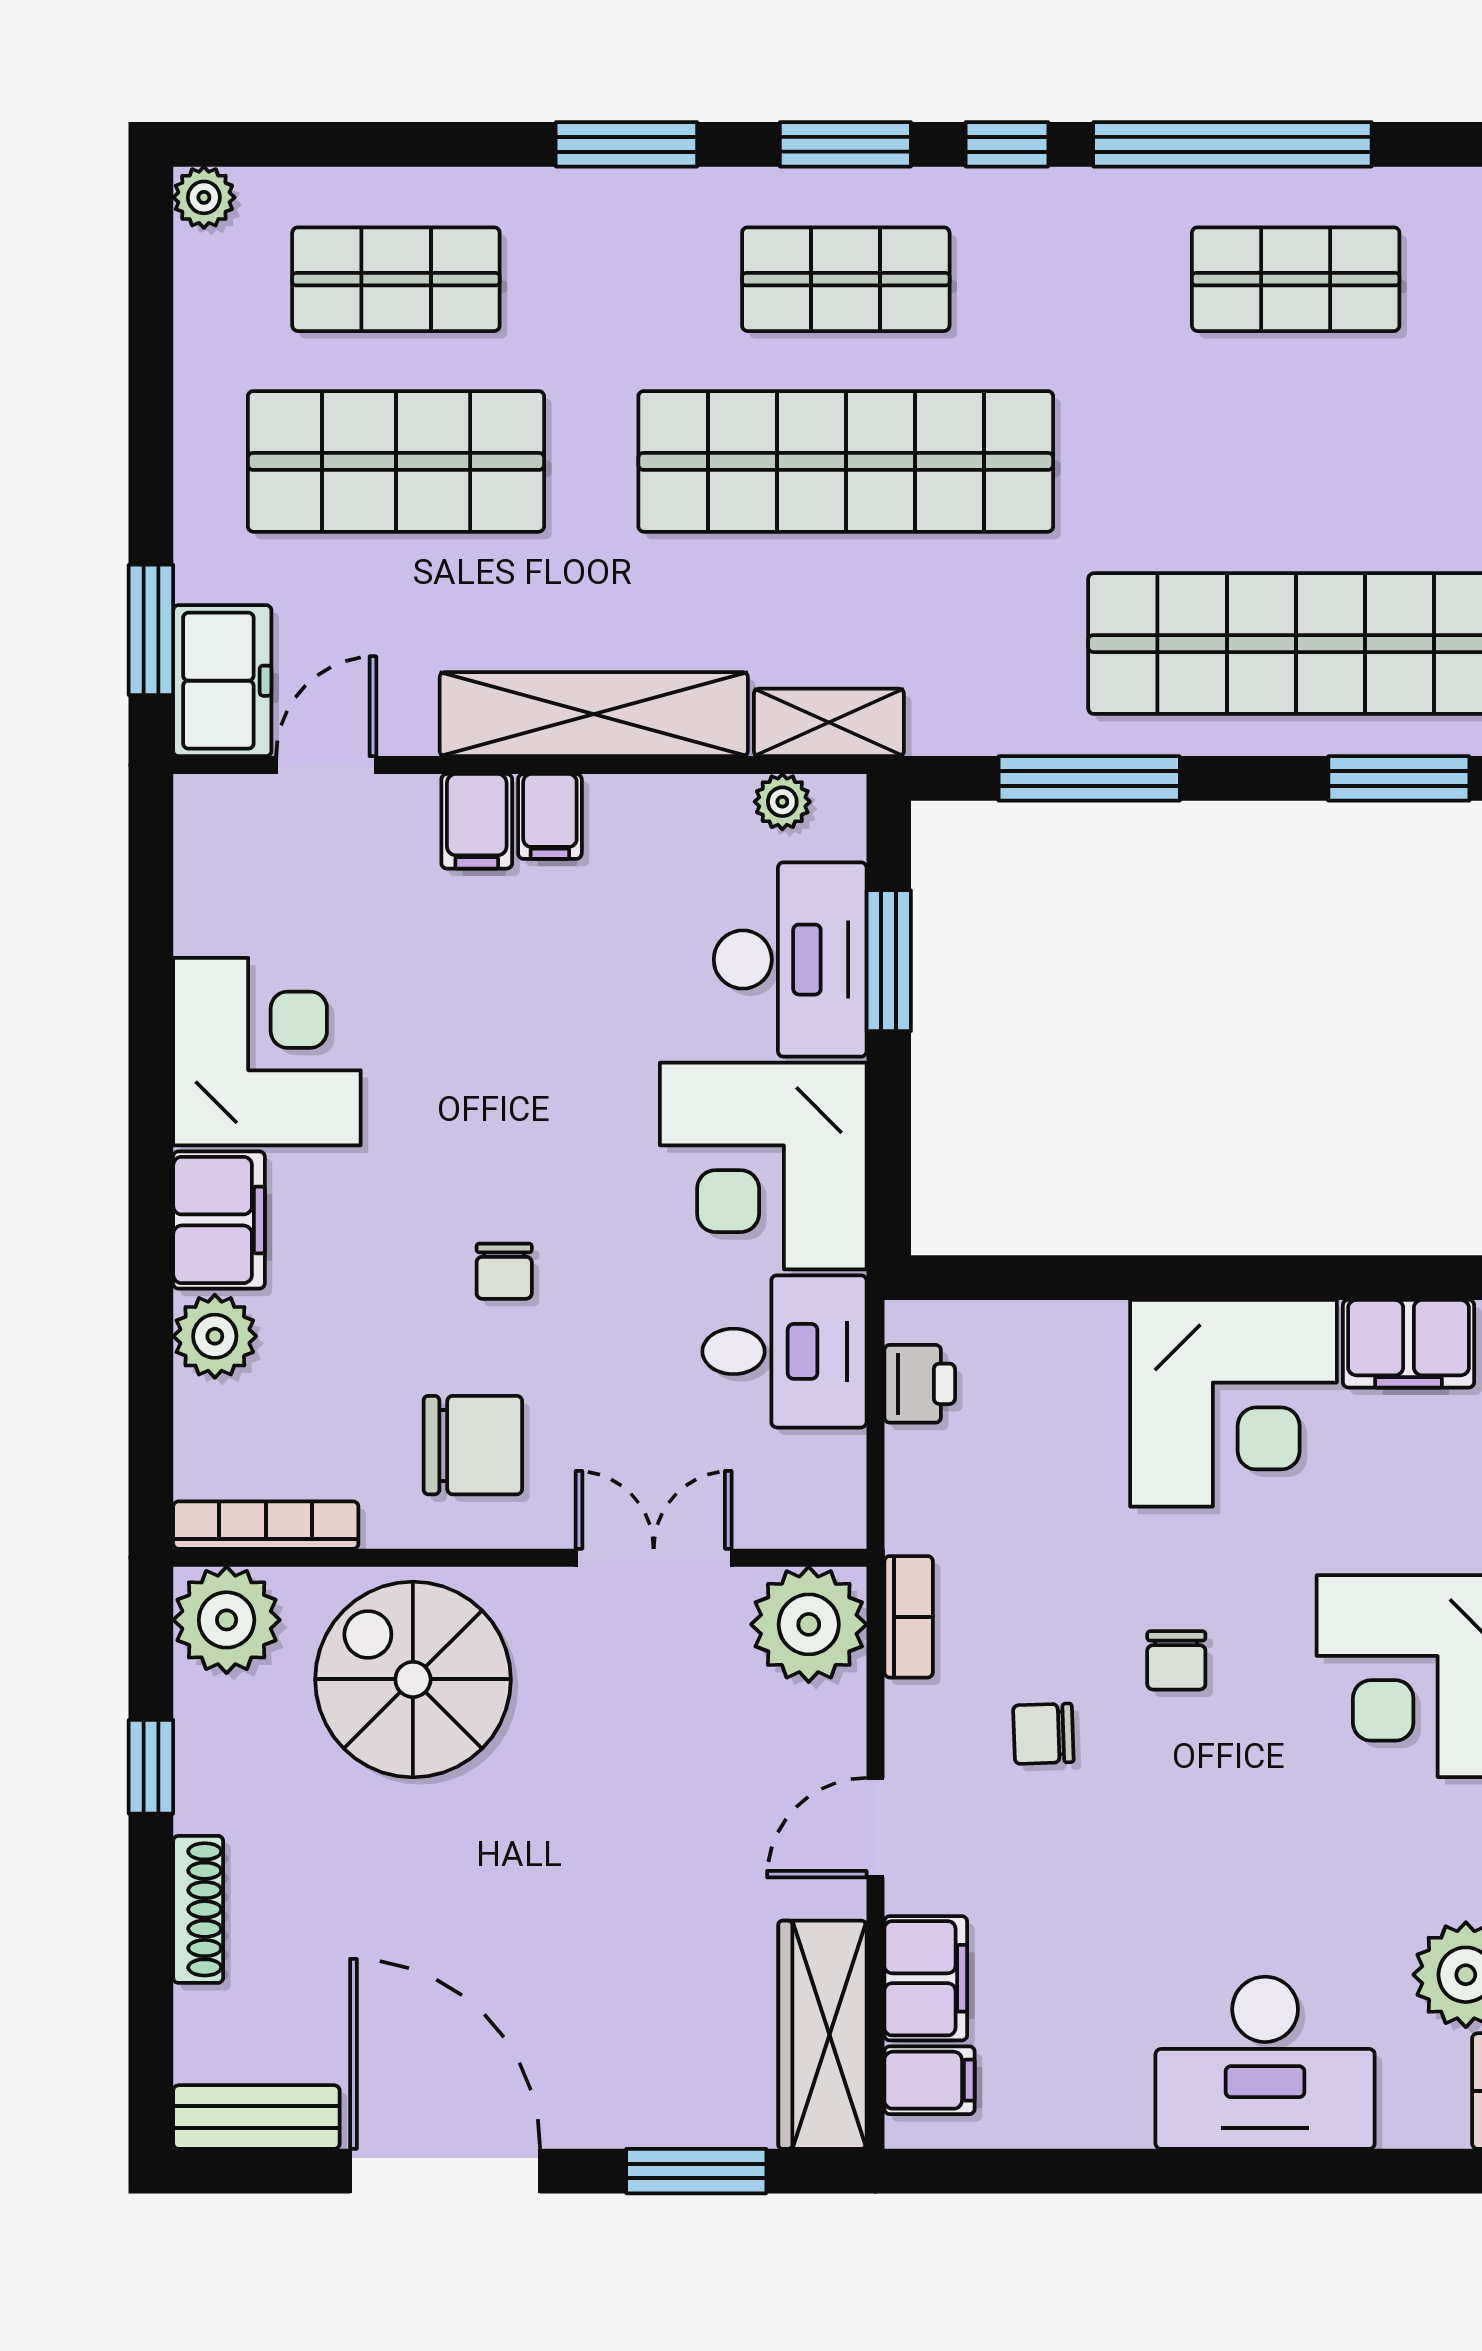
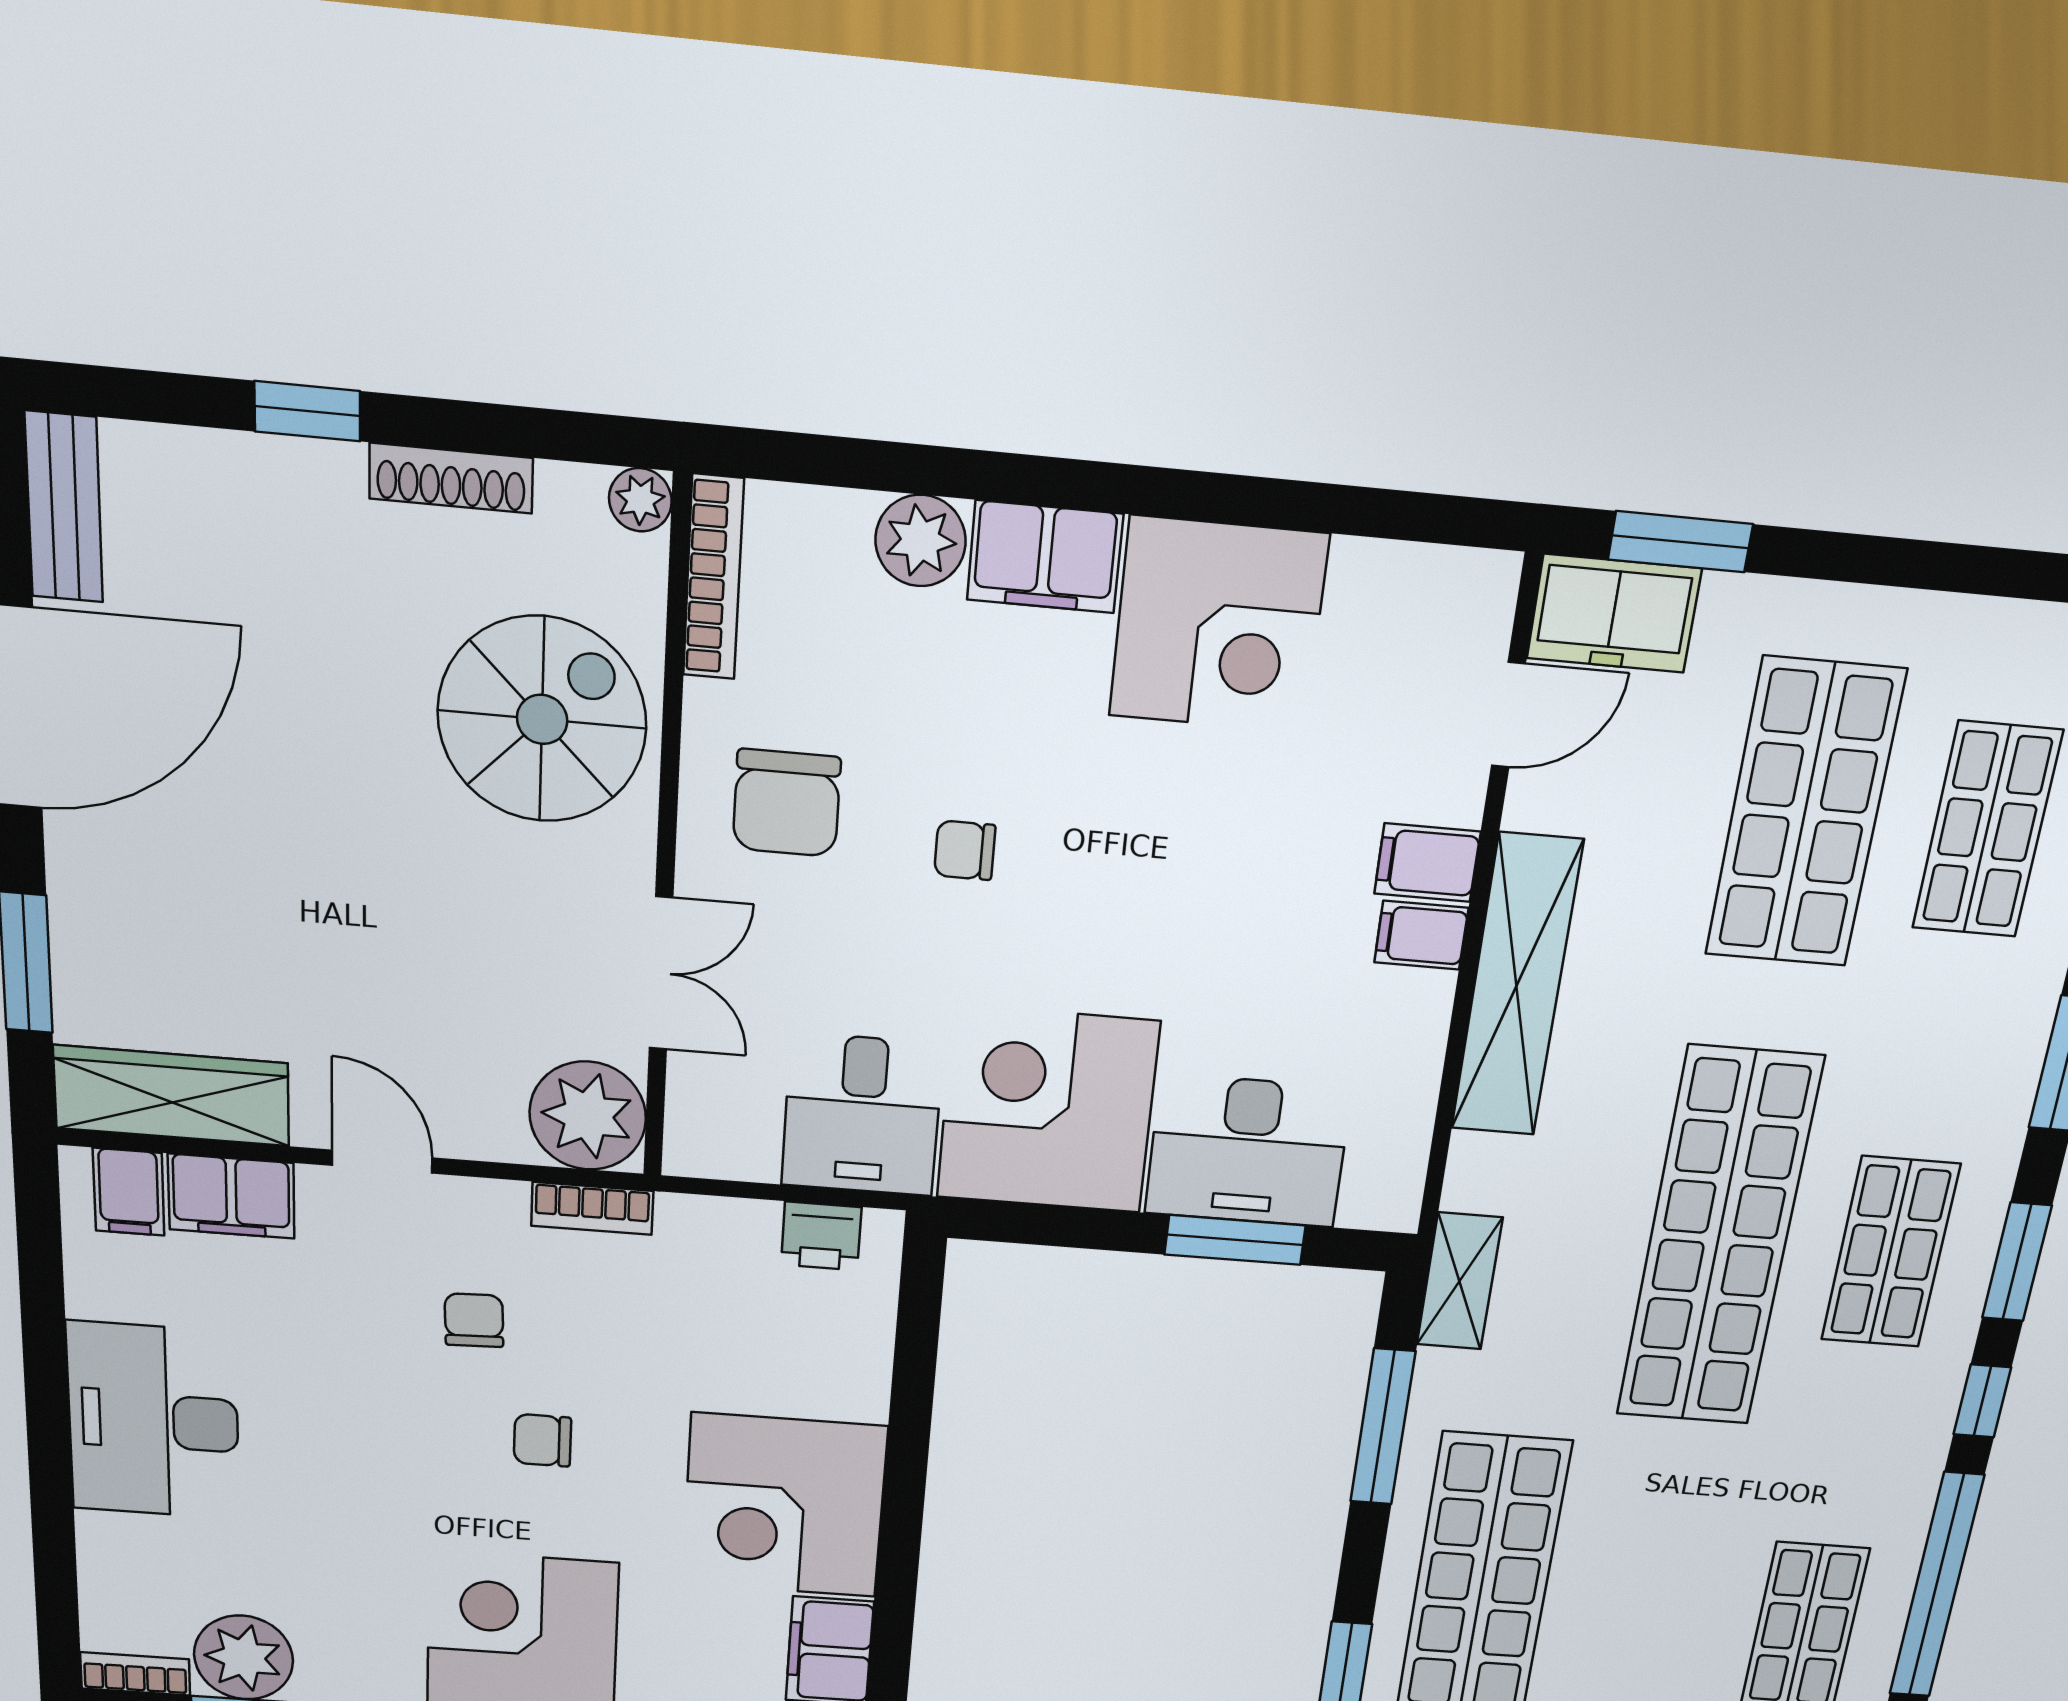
shelving: (829, 722) -> (1459, 1281), moved
door: (326, 765) -> (1508, 715), hinge flipped
plant: (782, 802) -> (1402, 1156), removed
plant: (227, 1620) -> (640, 500), width x0.53, depth x0.53
window: (151, 1767) -> (307, 411), moved
shoe rack: (198, 1909) -> (451, 478), moved
desk: (1265, 2063) -> (154, 1421), moved

